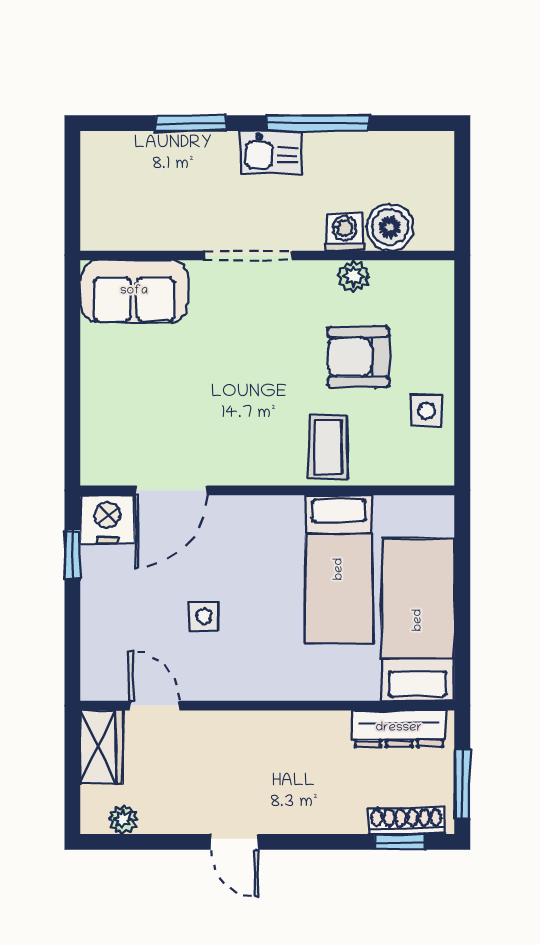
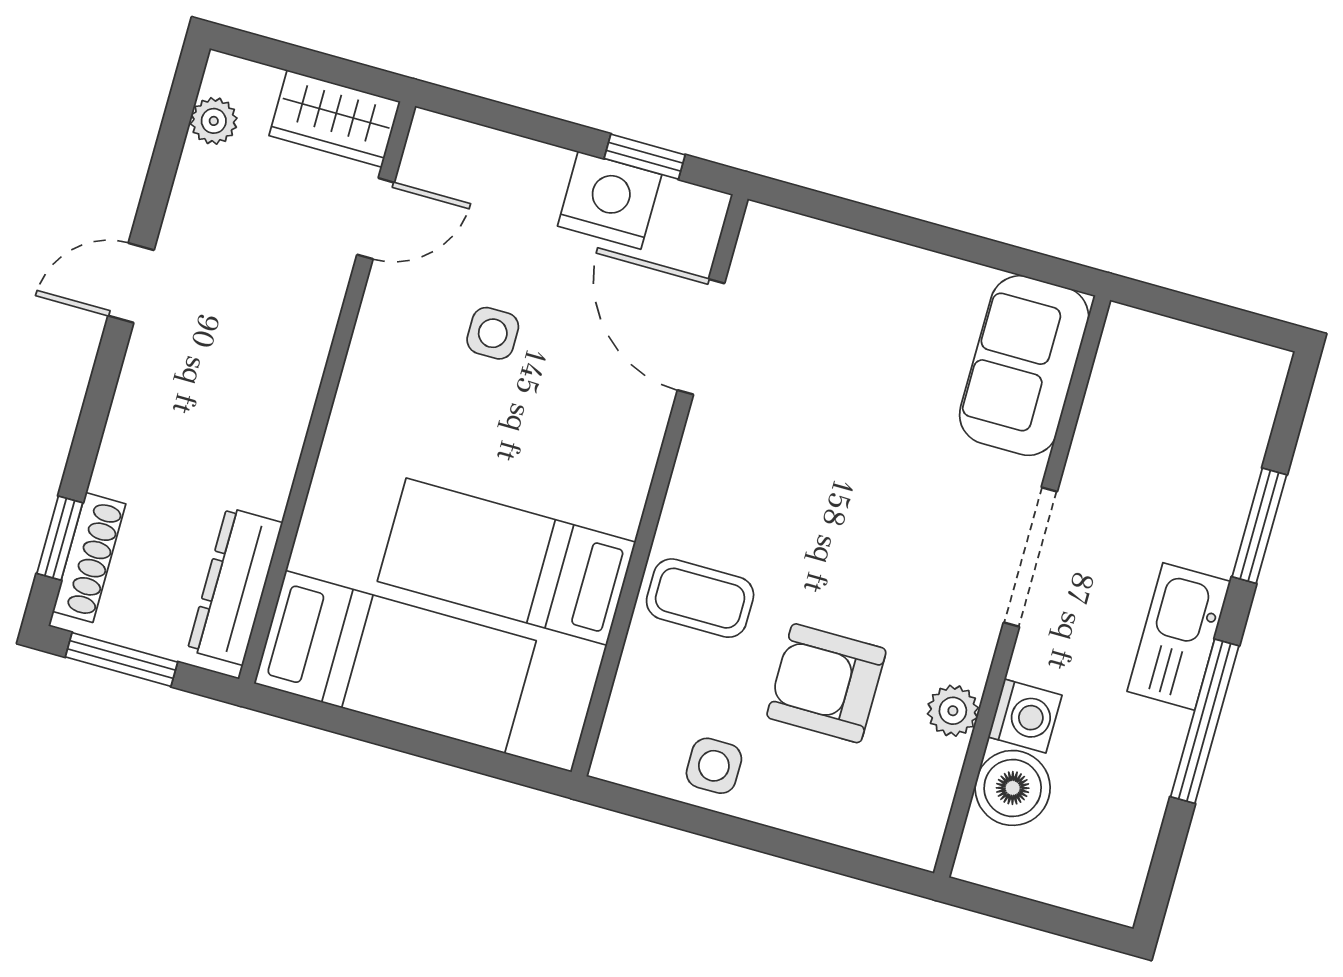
kitchen sink: (271, 153) -> (1179, 636), width x1.38
armchair: (358, 357) -> (826, 683), turned -90
nightstand: (107, 519) -> (610, 200), moved, turned -90

